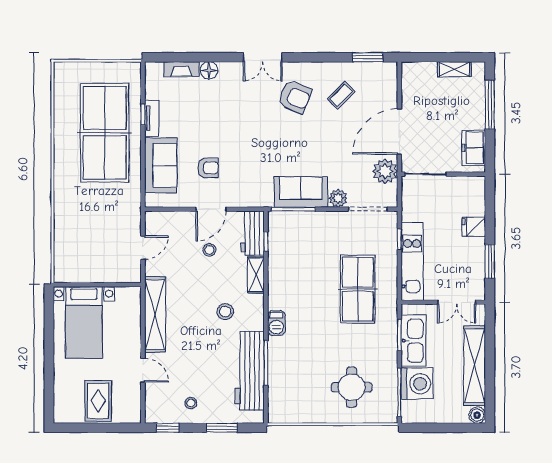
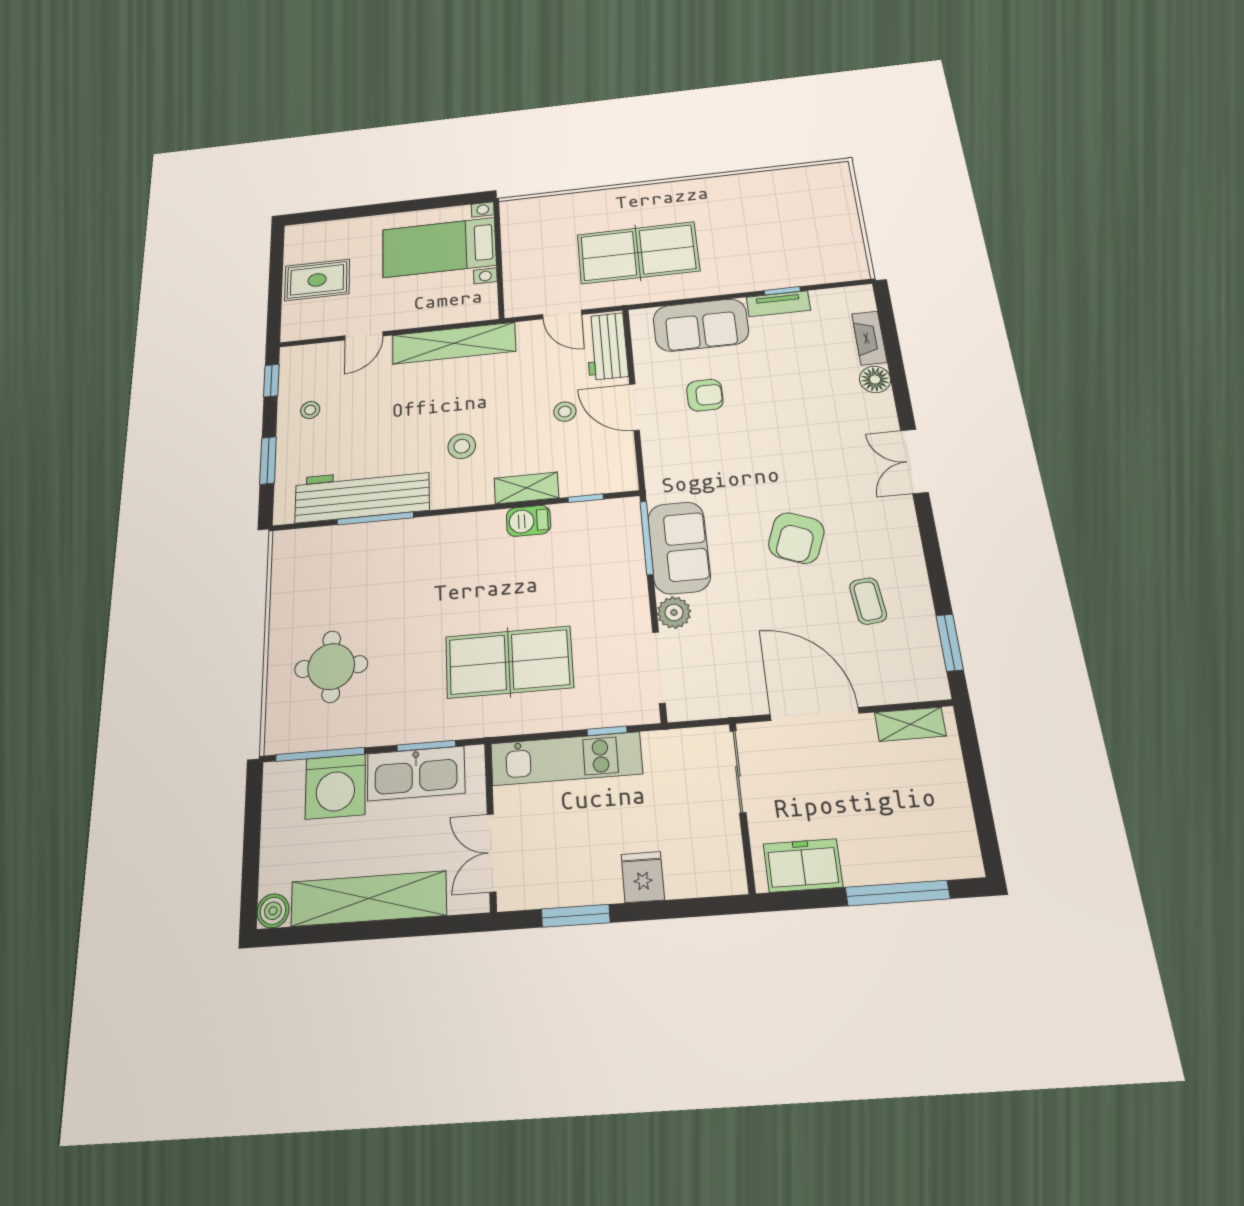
shelving: (454, 69) -> (910, 724), moved, turned 90
coffee table: (341, 95) -> (868, 601), turned 39
armchair: (295, 97) -> (796, 538), moved
table tennis table: (105, 133) -> (638, 253), moved, width x0.73, depth x0.76
armchair: (208, 168) -> (705, 395), turned -90
plant: (385, 171) -> (734, 693), removed
workbench: (253, 233) -> (607, 346), moved, turned -90
barbecue: (276, 323) -> (528, 521), moved

